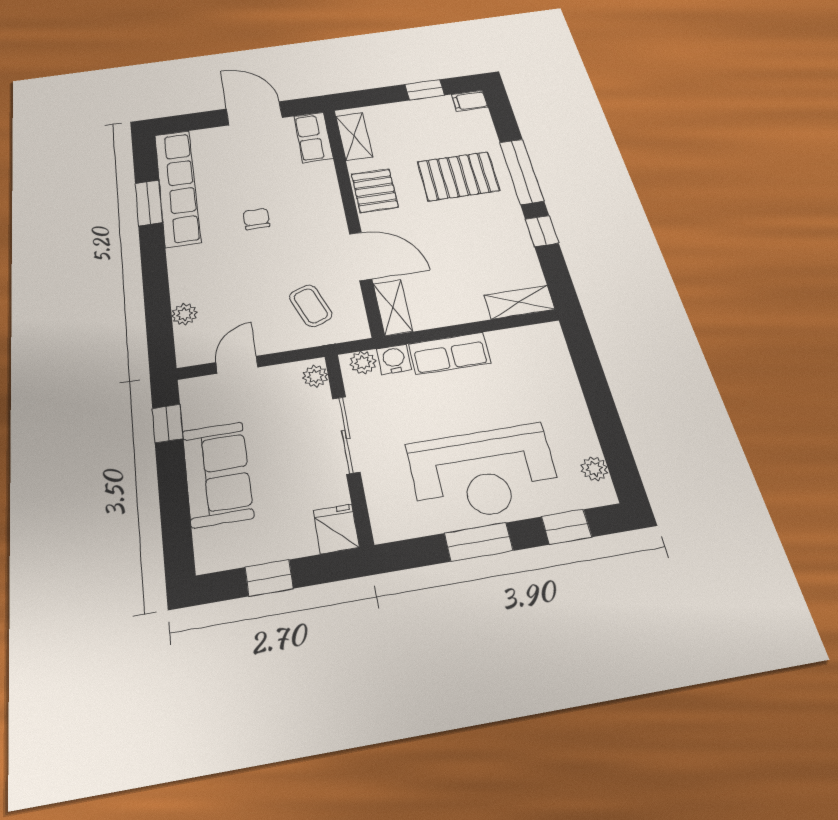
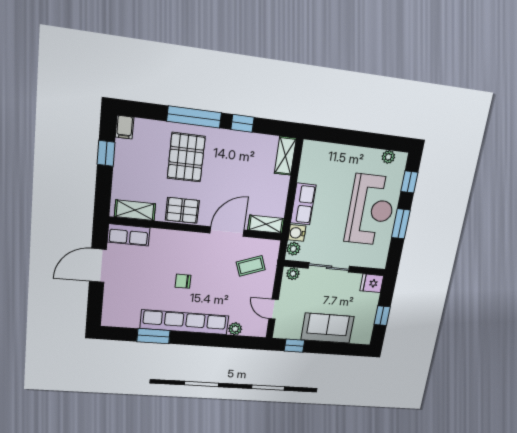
row of seats: (177, 187) -> (185, 322), moved

